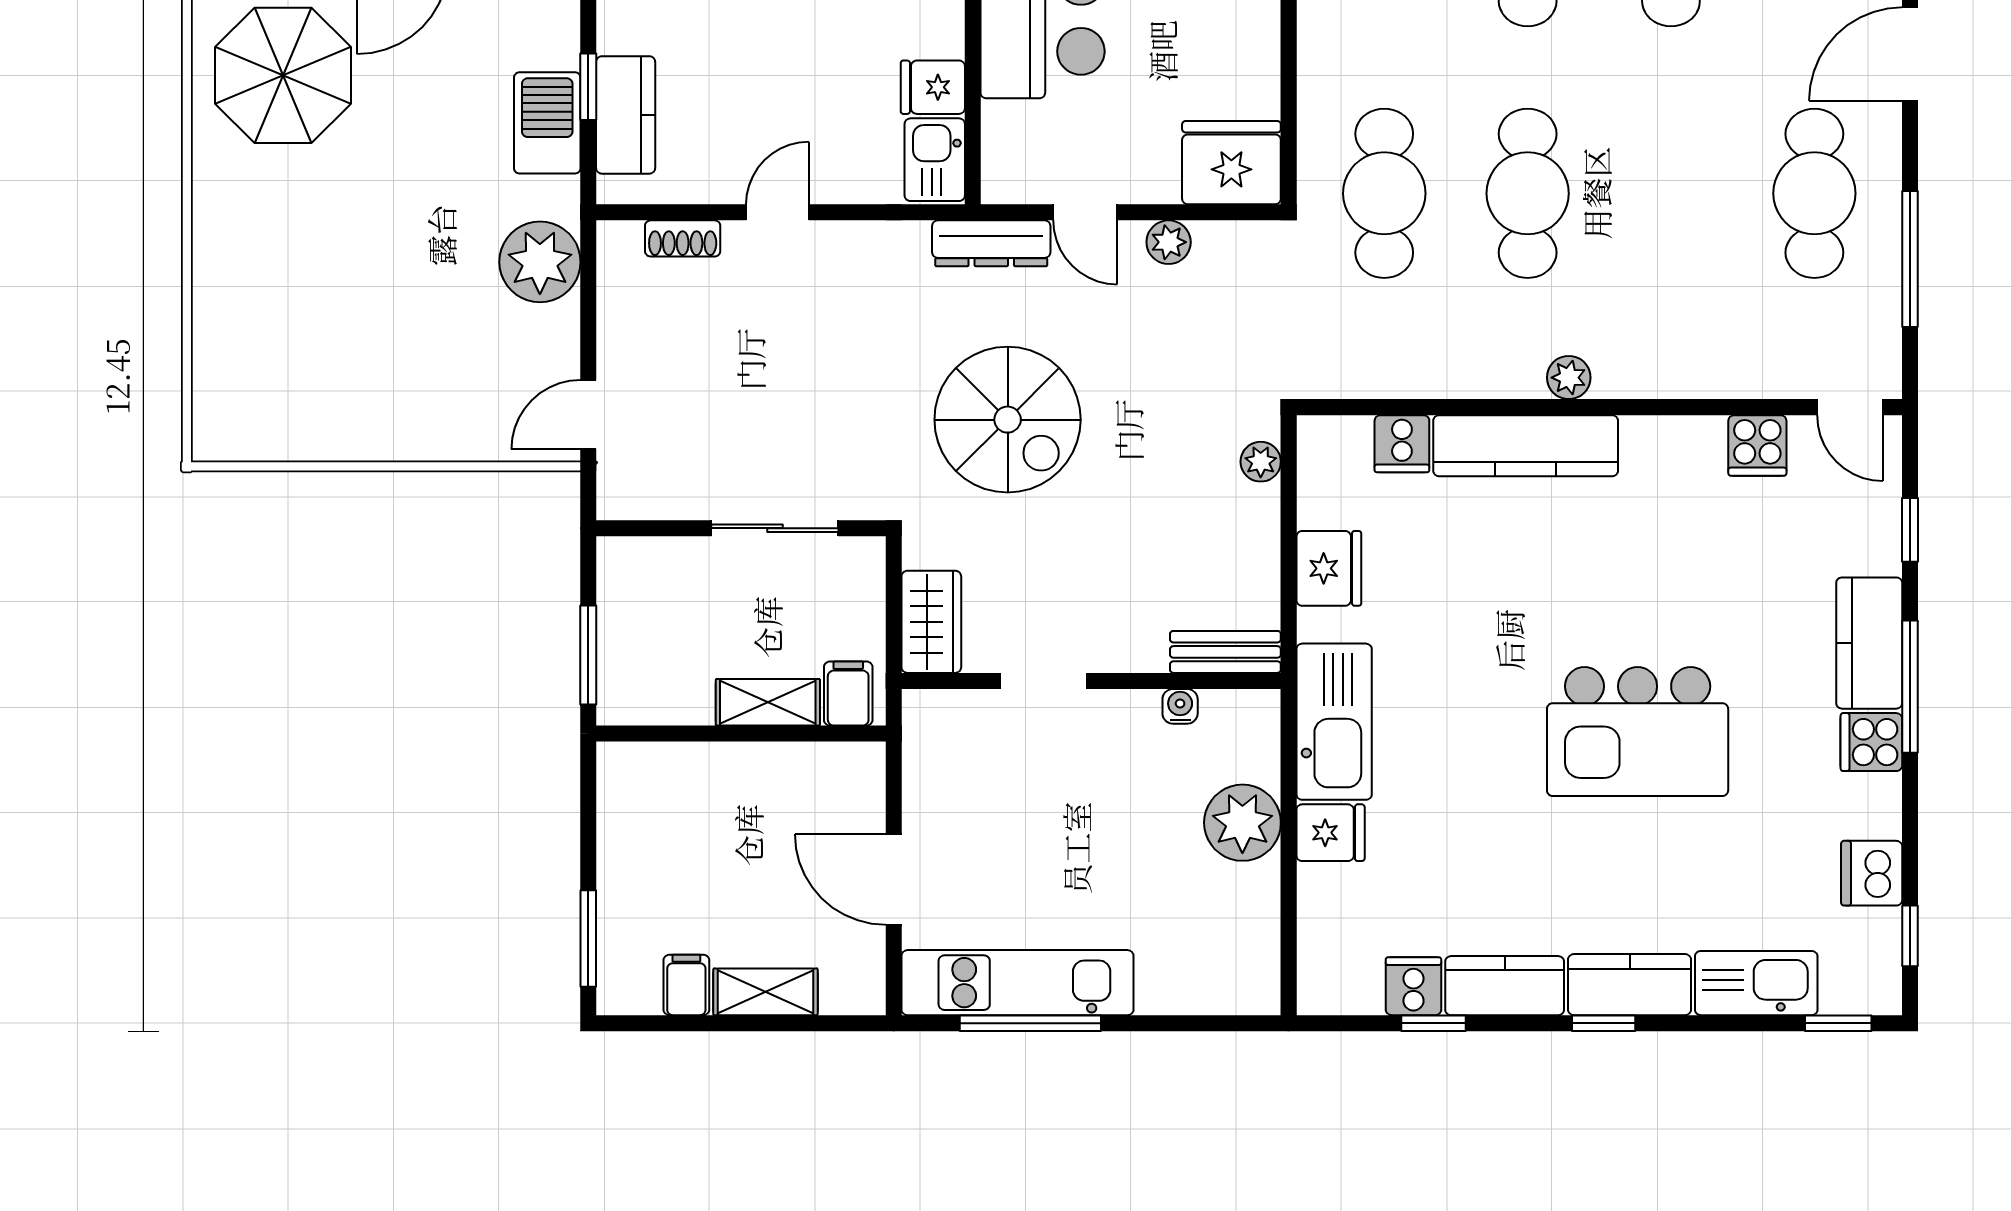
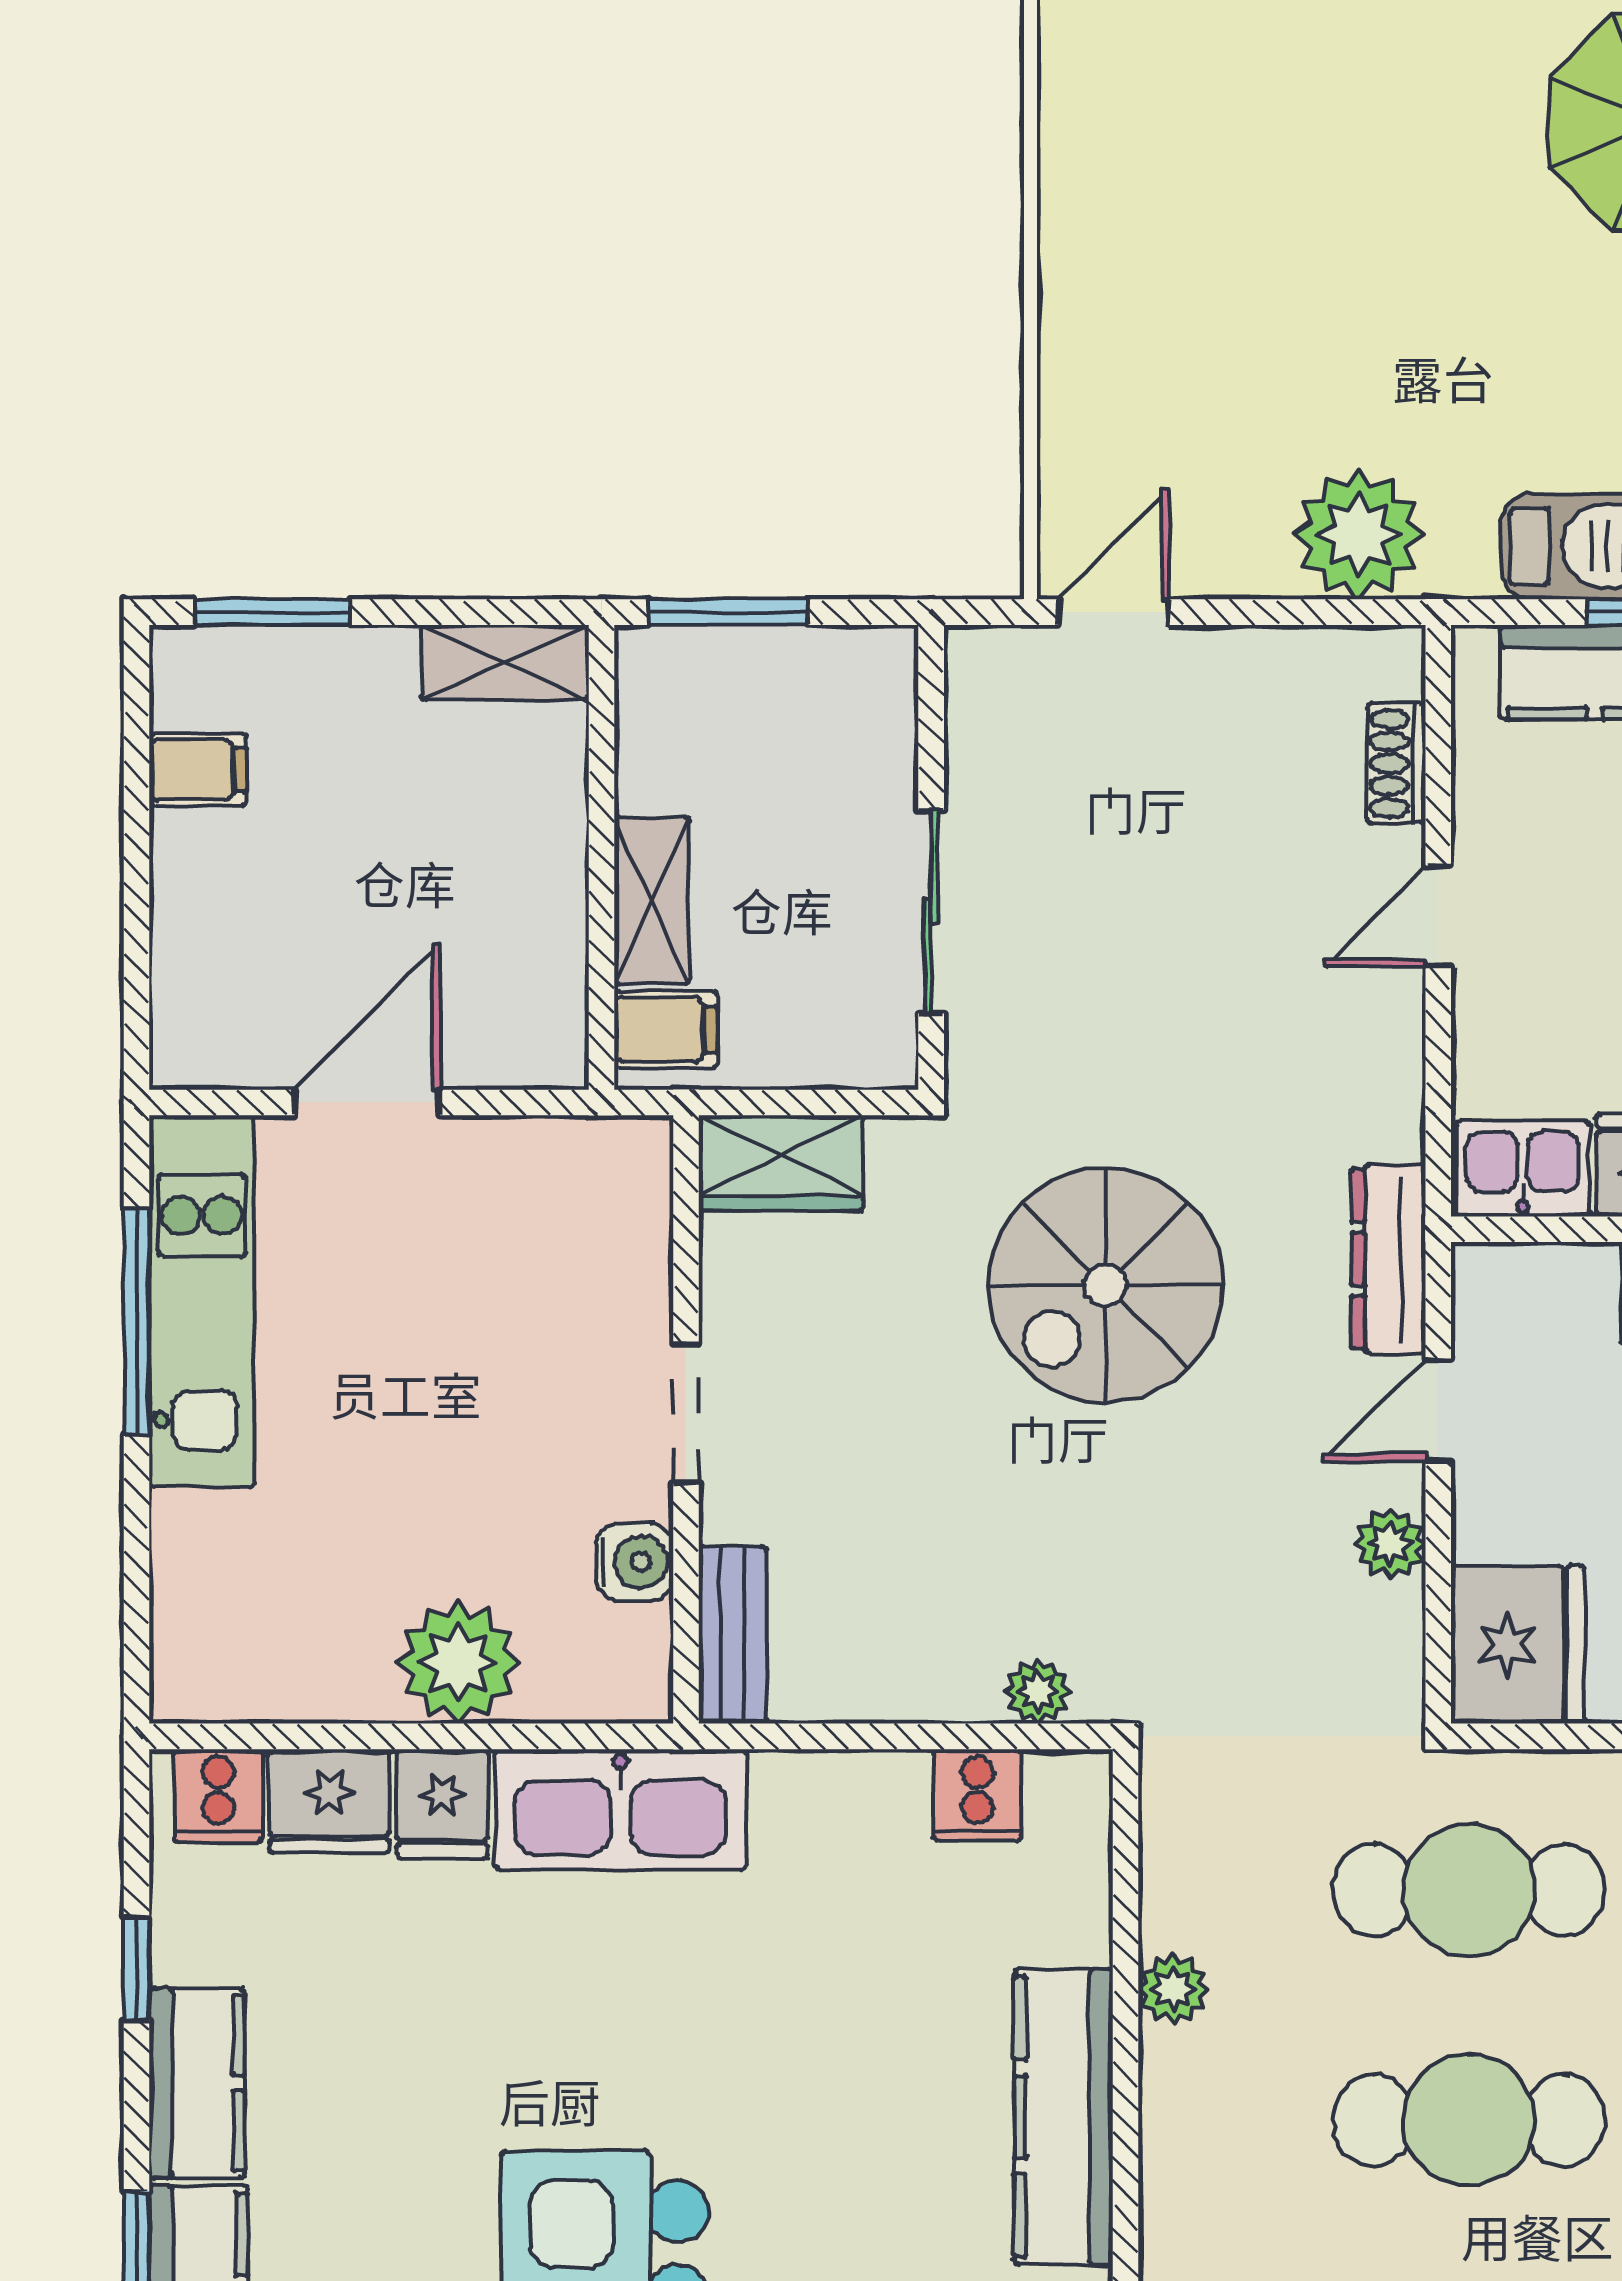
door: (778, 212) -> (1438, 916), swing flipped
plant: (1569, 378) -> (1173, 1989), moved
door: (588, 415) -> (1114, 612), hinge flipped
cooker: (1402, 444) -> (977, 1795), moved, turned -90
fridge: (1329, 568) -> (330, 1801), moved
doorway: (1044, 681) -> (686, 1414), moved
water cooler: (1180, 706) -> (635, 1562), width x1.38, depth x1.38
cooker: (1413, 986) -> (218, 1796), moved, turned 90
shelving: (765, 992) -> (505, 662), moved, turned 90

